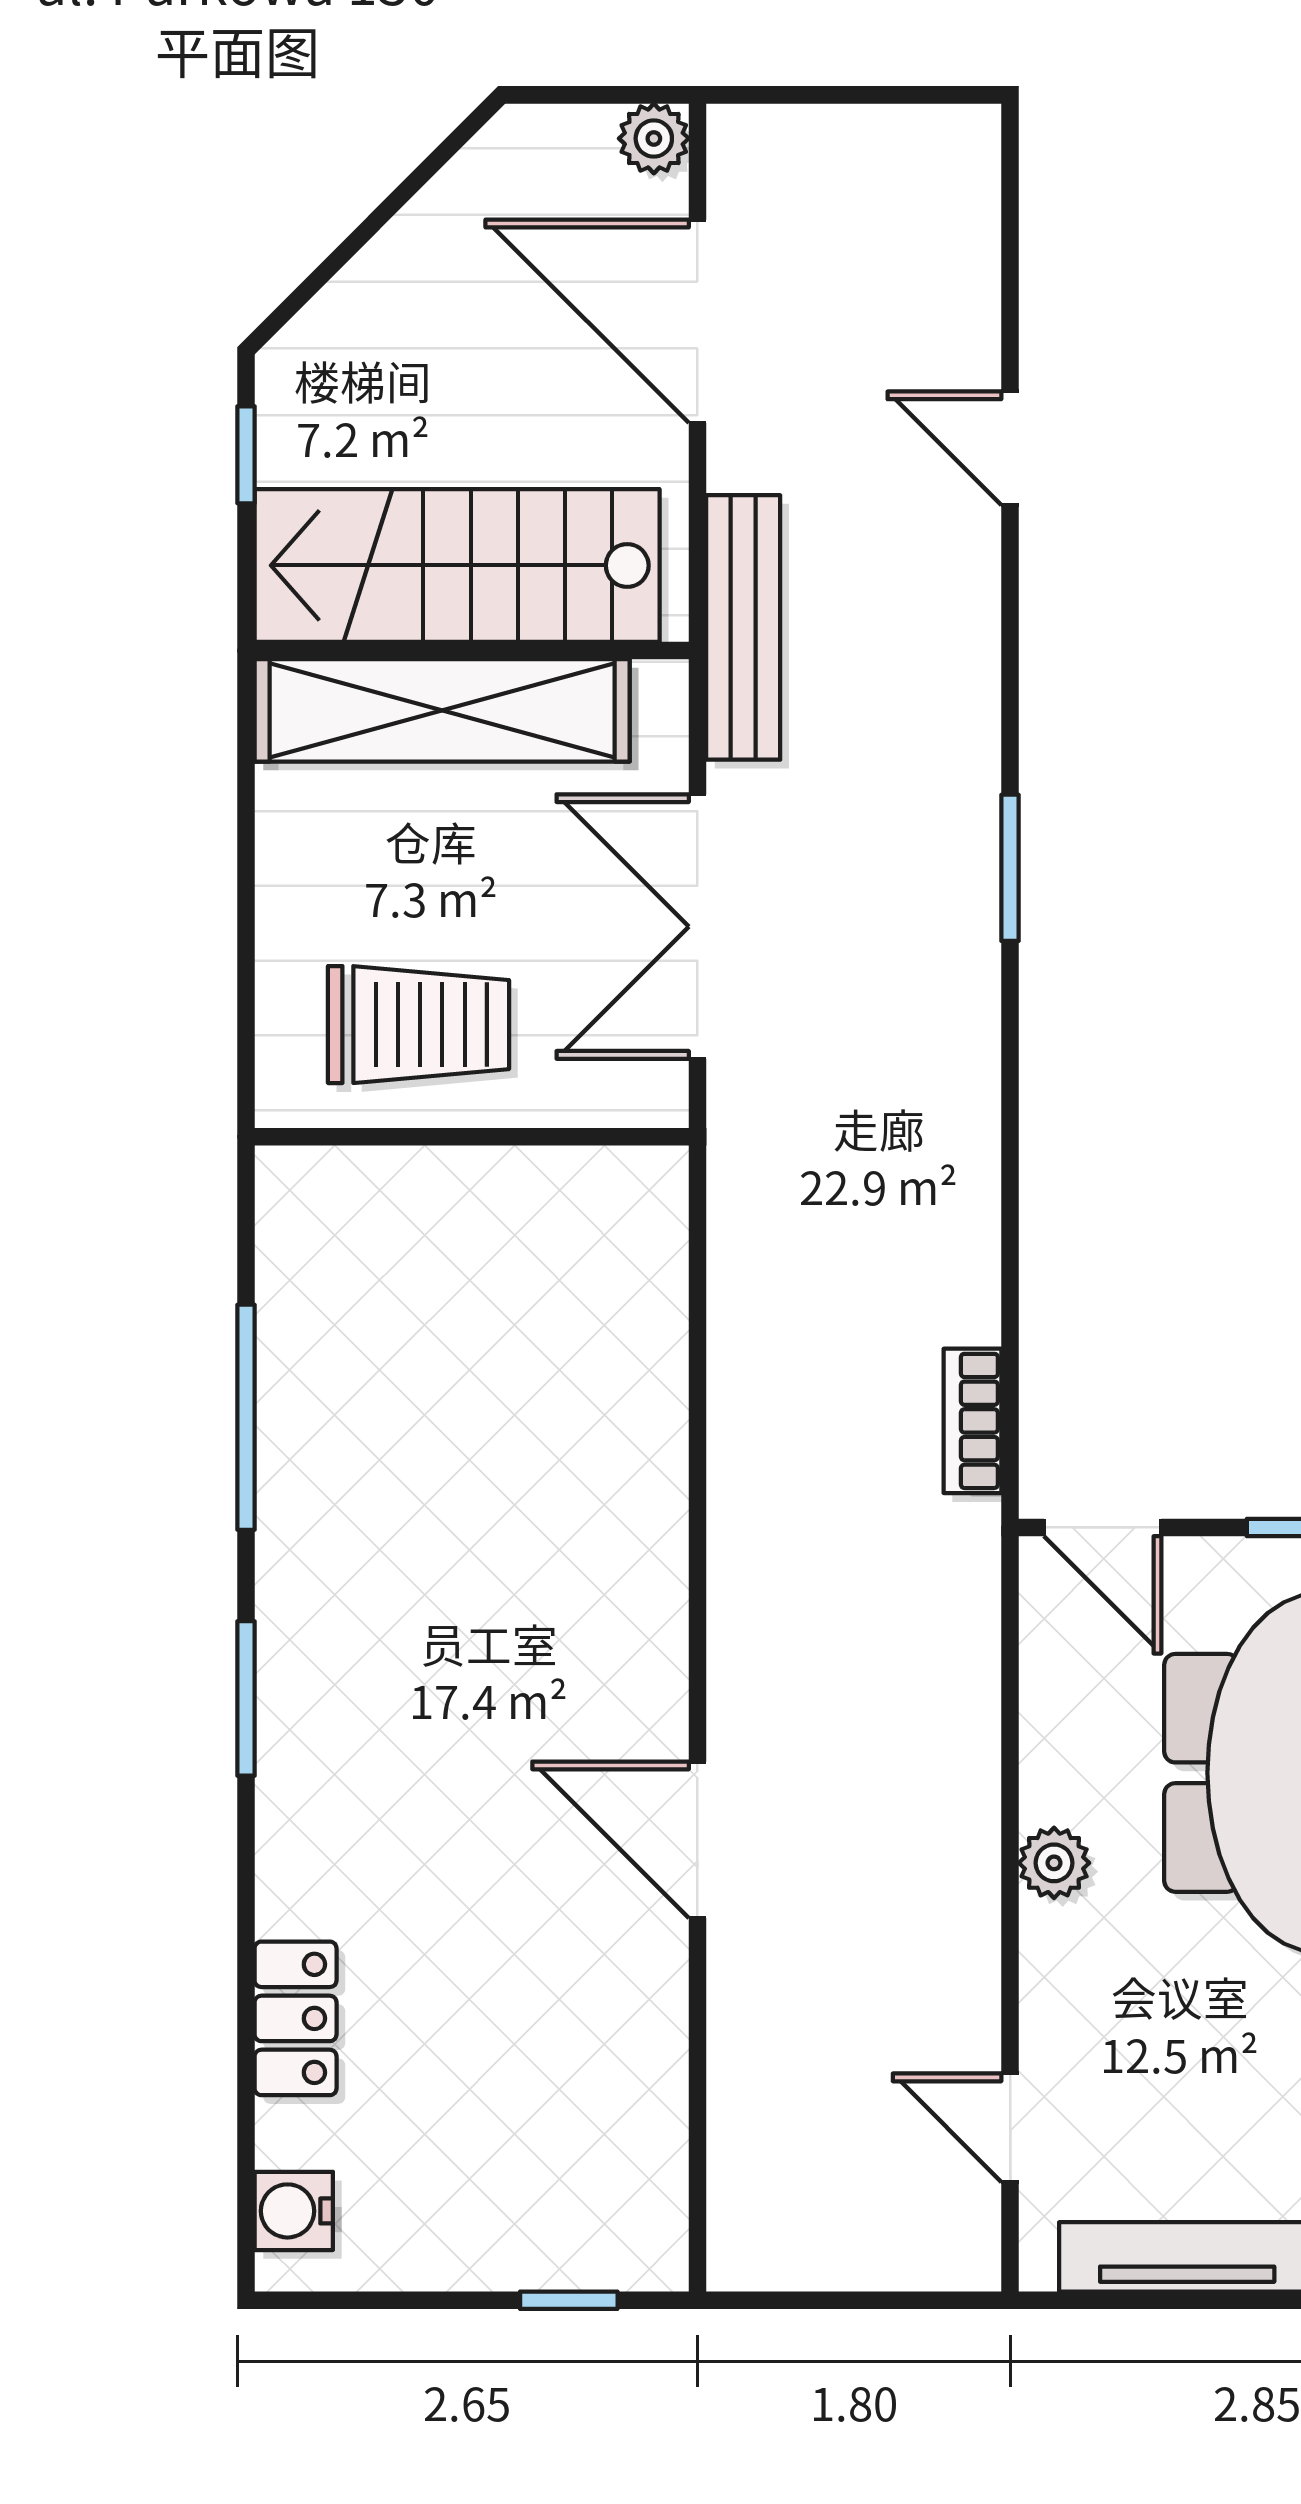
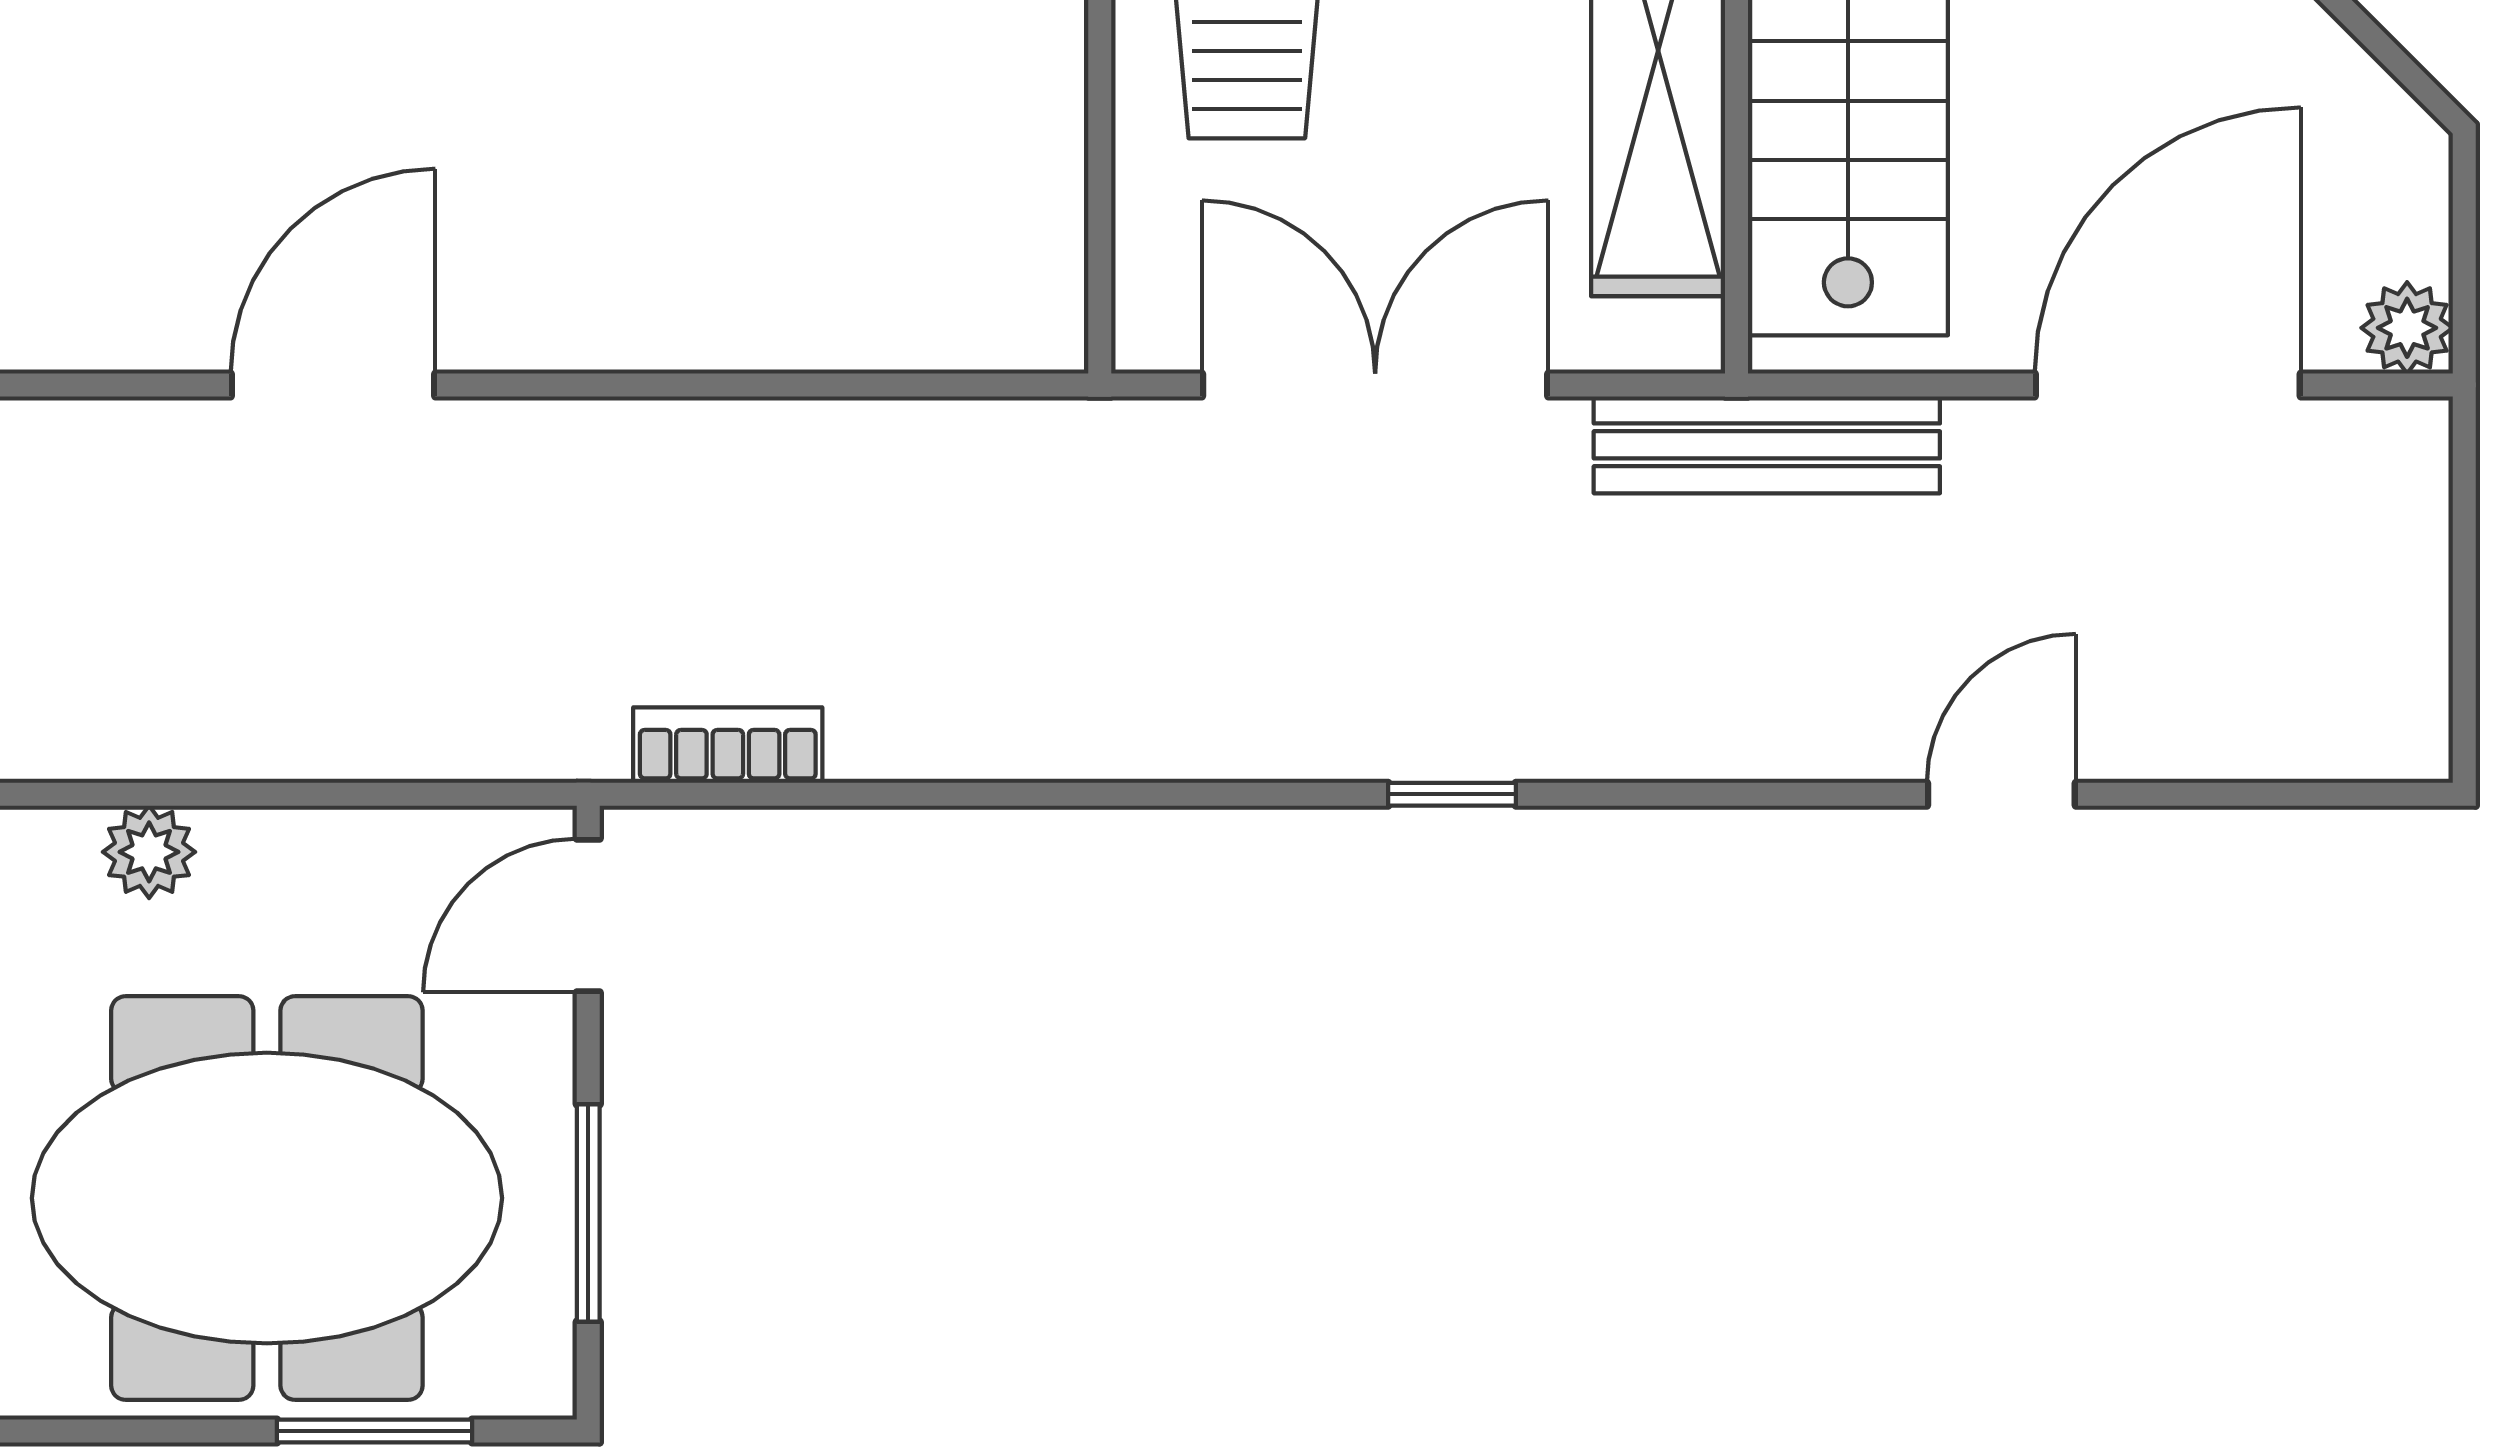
window: (1010, 868) -> (1452, 794), width x0.67
door: (697, 1840) -> (333, 385), moved

